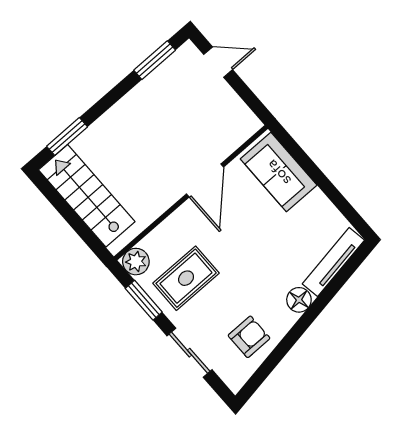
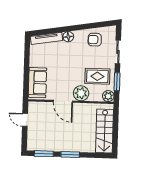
door: (218, 62) -> (25, 120), moved
window: (67, 136) -> (70, 155), moved
door: (205, 180) -> (63, 101), swing flipped
plant: (187, 223) -> (81, 93), added

